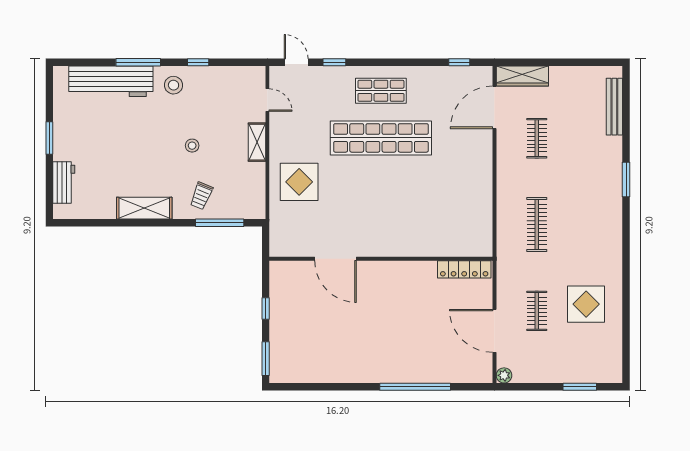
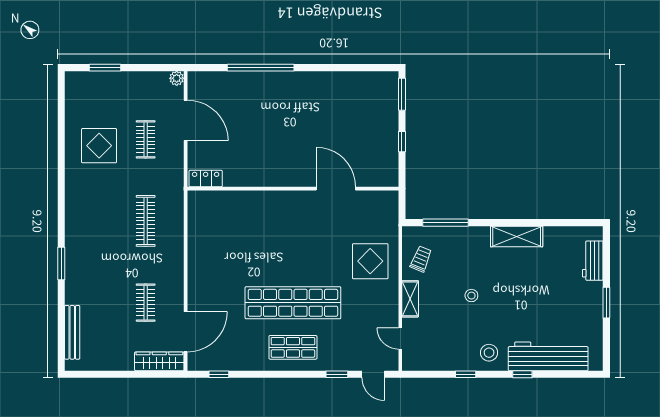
window: (138, 62) -> (522, 374), width x0.46
trolley: (201, 196) -> (421, 259), moved
locker: (464, 269) -> (206, 179), width x0.66

